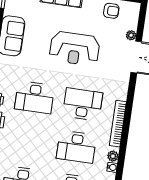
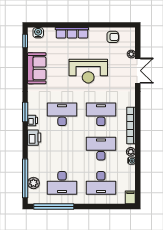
desk: (35, 97) -> (62, 114), turned 180
desk: (76, 147) -> (101, 149), turned 180

